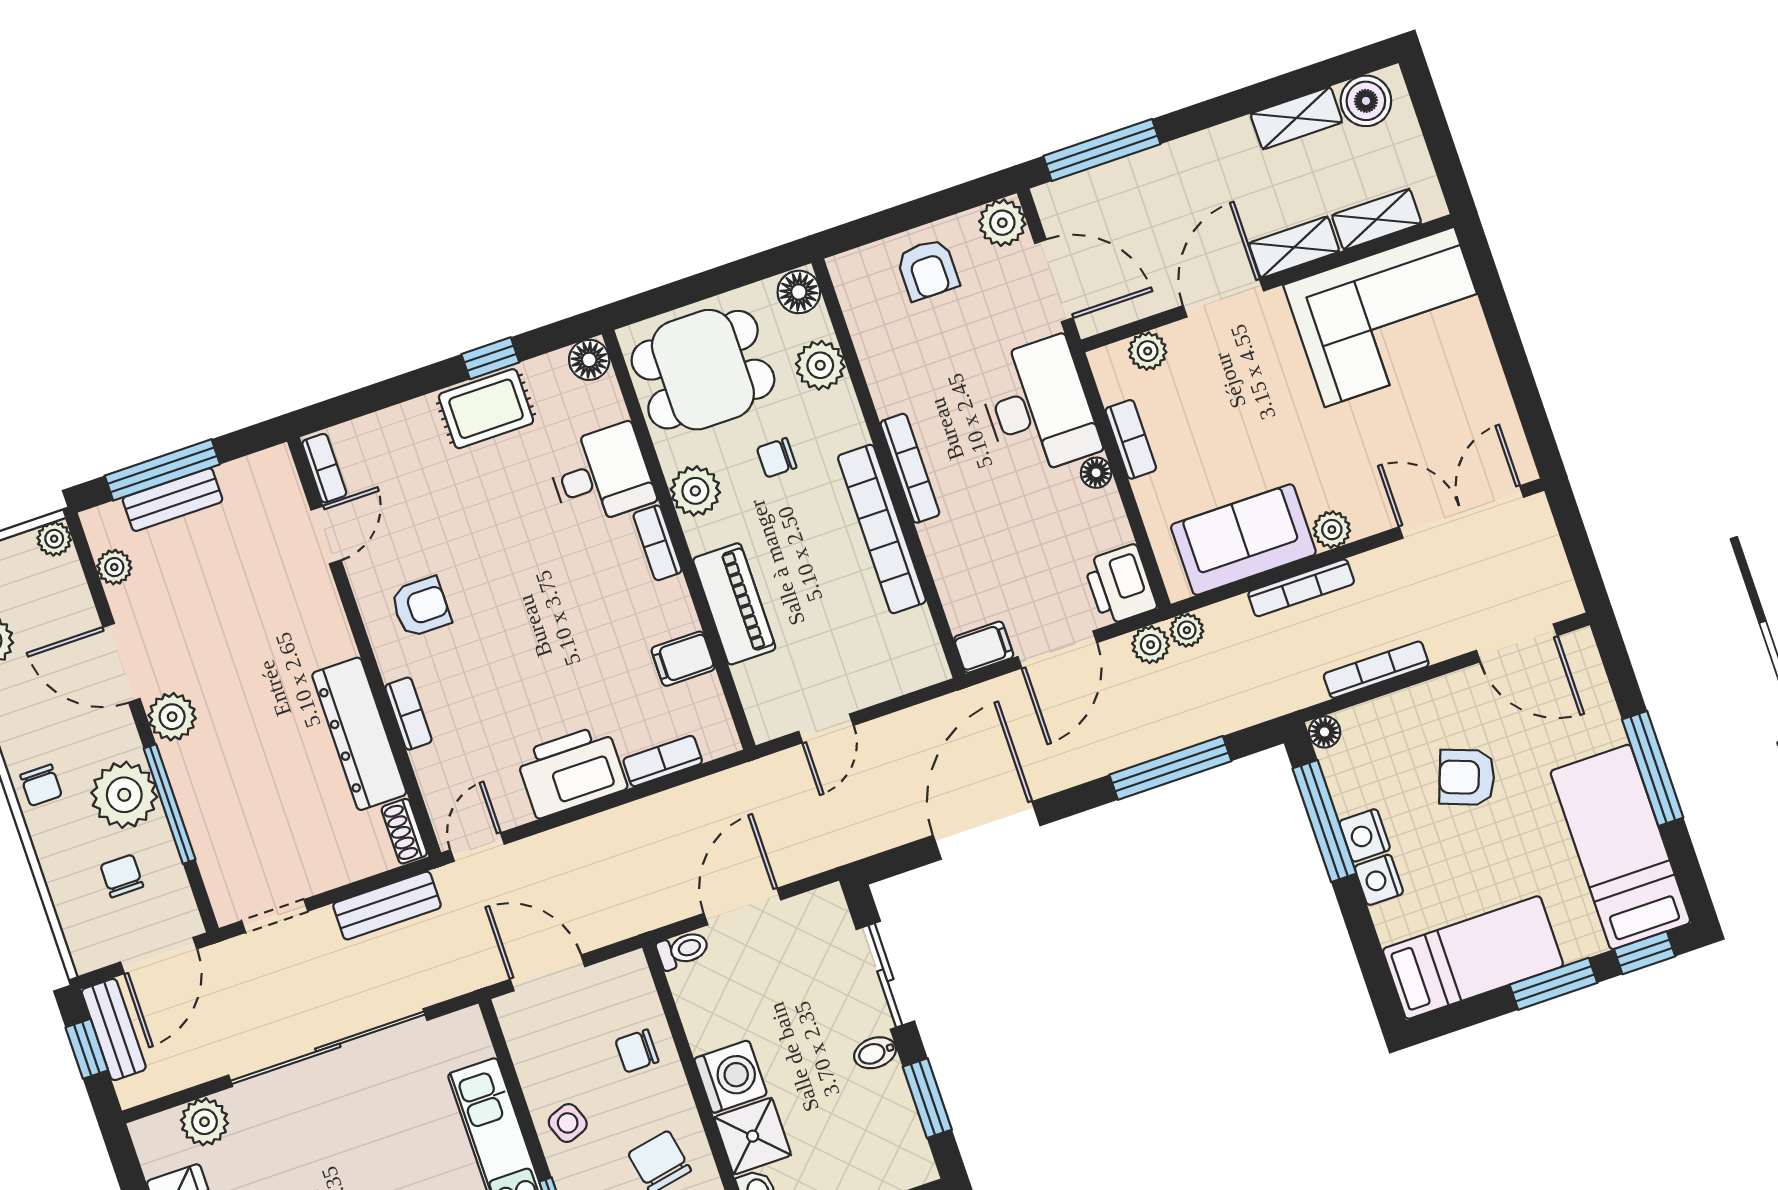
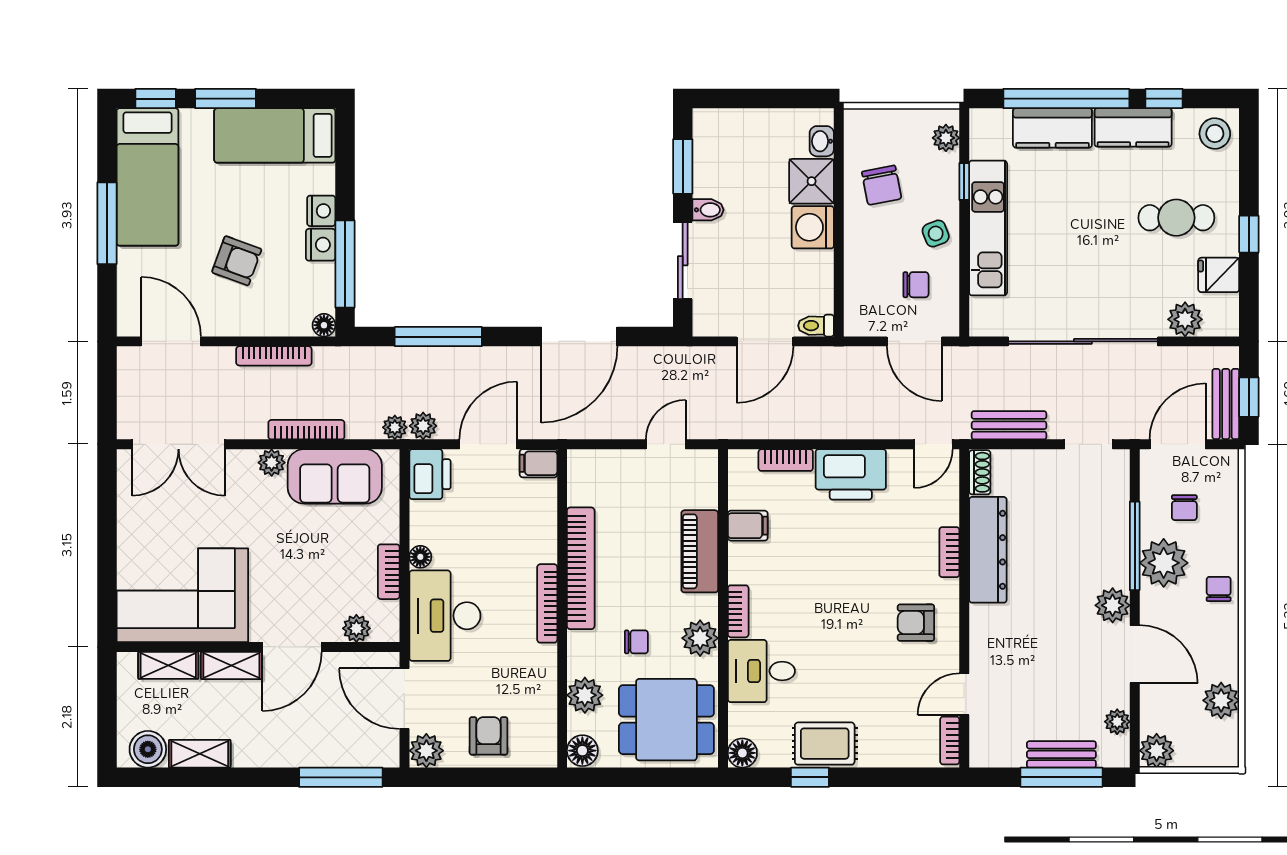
plant: (54, 539) -> (1157, 751), width x1.38, depth x1.38
chair: (637, 1051) -> (916, 285), moved

